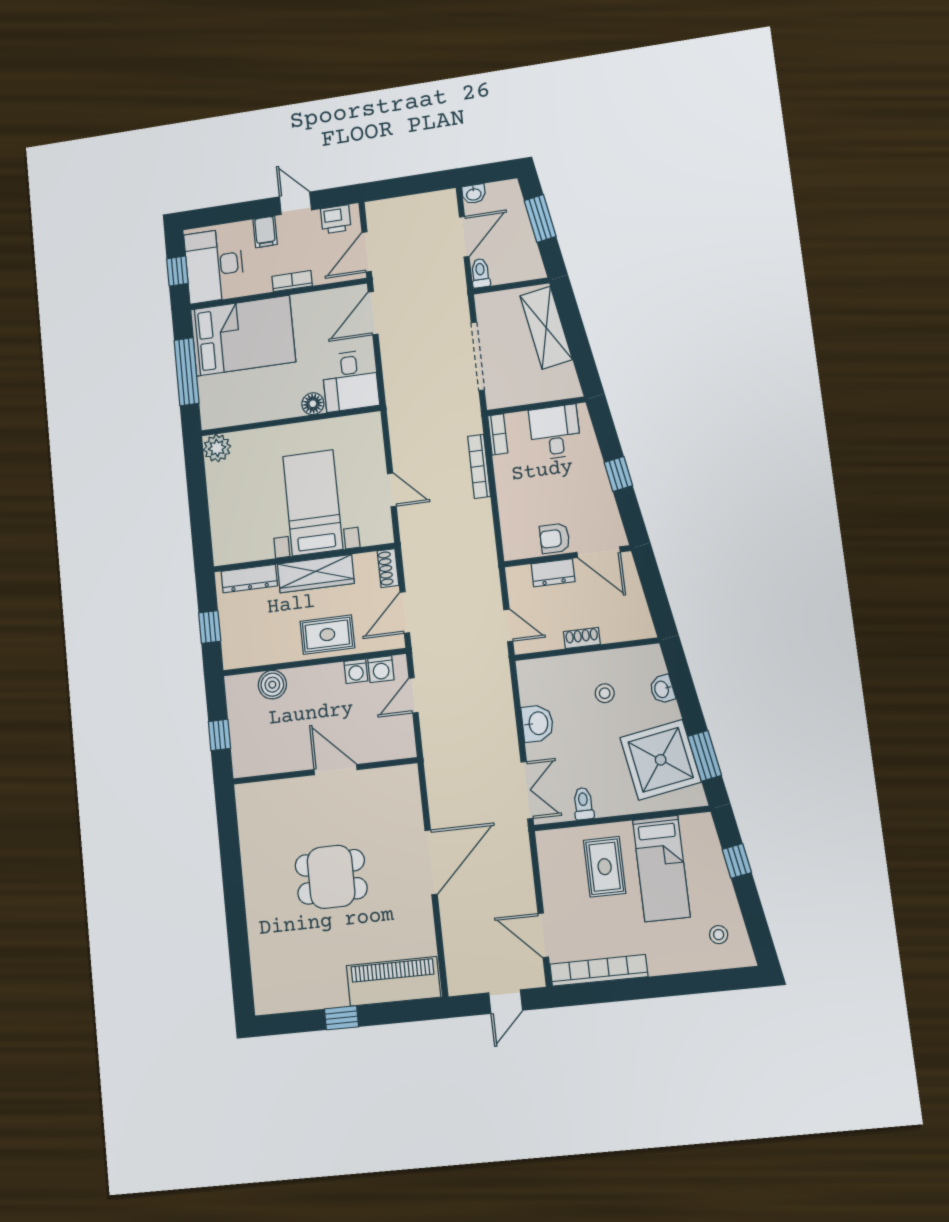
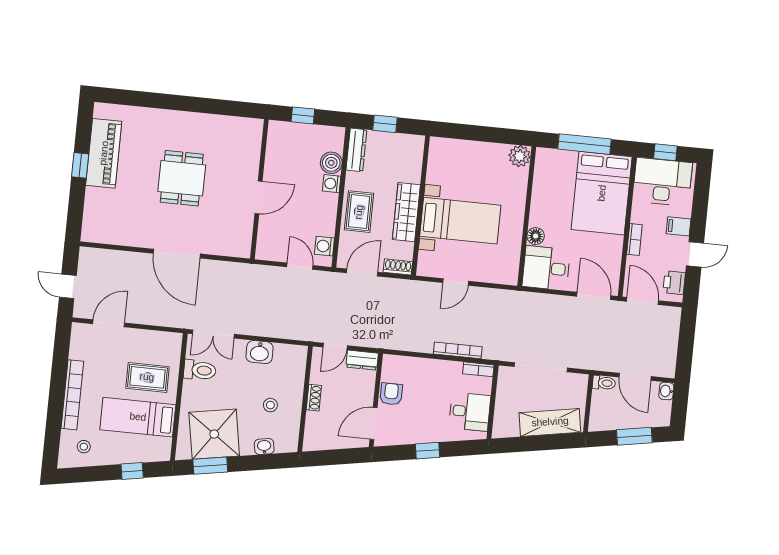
dresser: (553, 573) -> (362, 360), moved, turned -90
dresser: (249, 579) -> (356, 150), moved, turned 180
door: (405, 612) -> (362, 272), hinge flipped
washing machine: (356, 671) -> (332, 184), moved
toilet: (583, 804) -> (200, 370), width x1.37, depth x1.39
bookcase: (599, 970) -> (72, 395), moved
piano: (393, 981) -> (104, 153), moved

